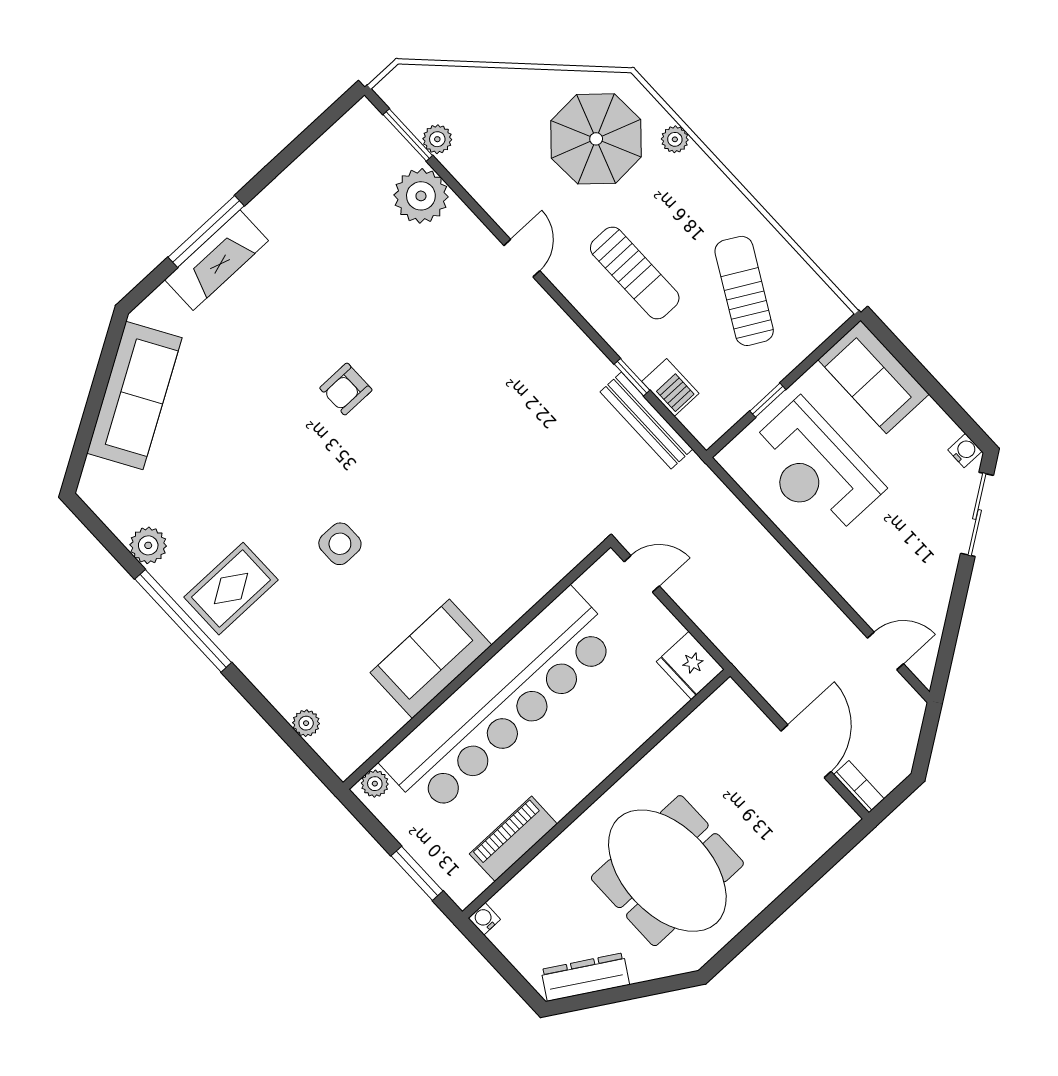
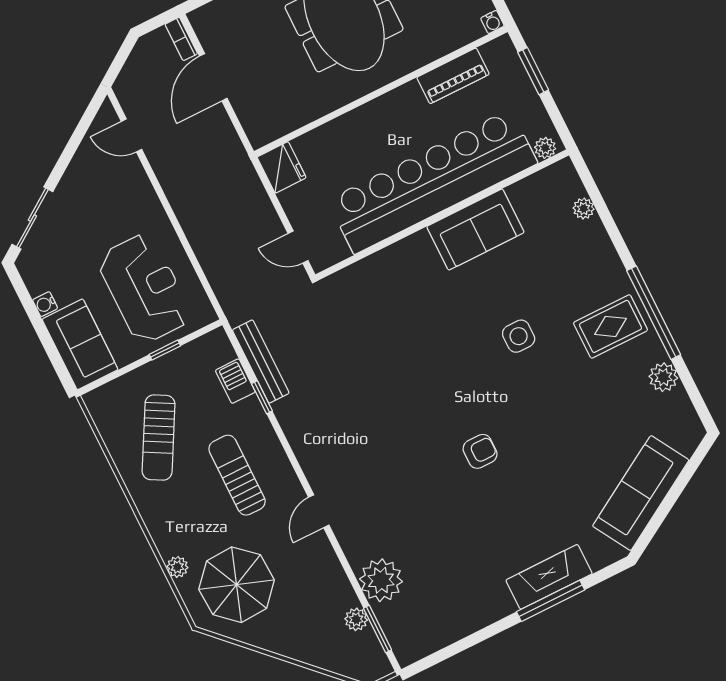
water cooler: (965, 451) -> (45, 304), moved

